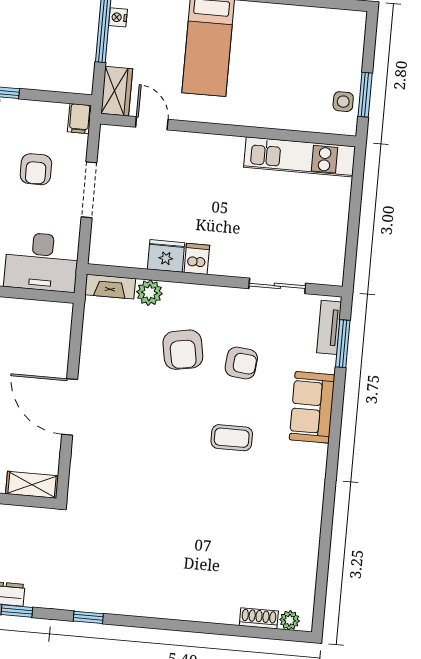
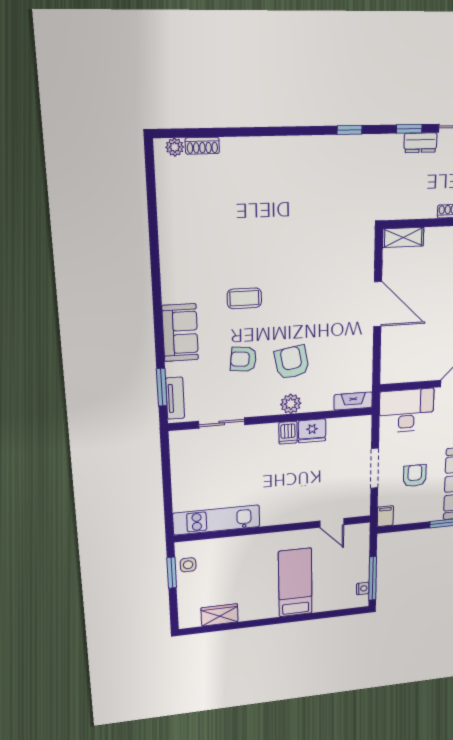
wardrobe: (117, 91) -> (220, 615), moved, turned 90
plant: (149, 293) -> (291, 404), moved

